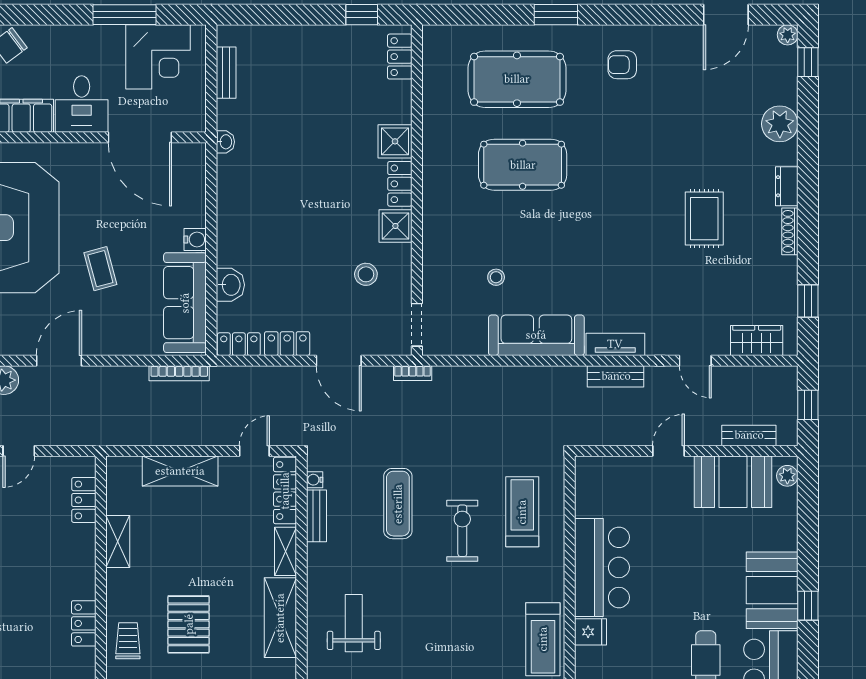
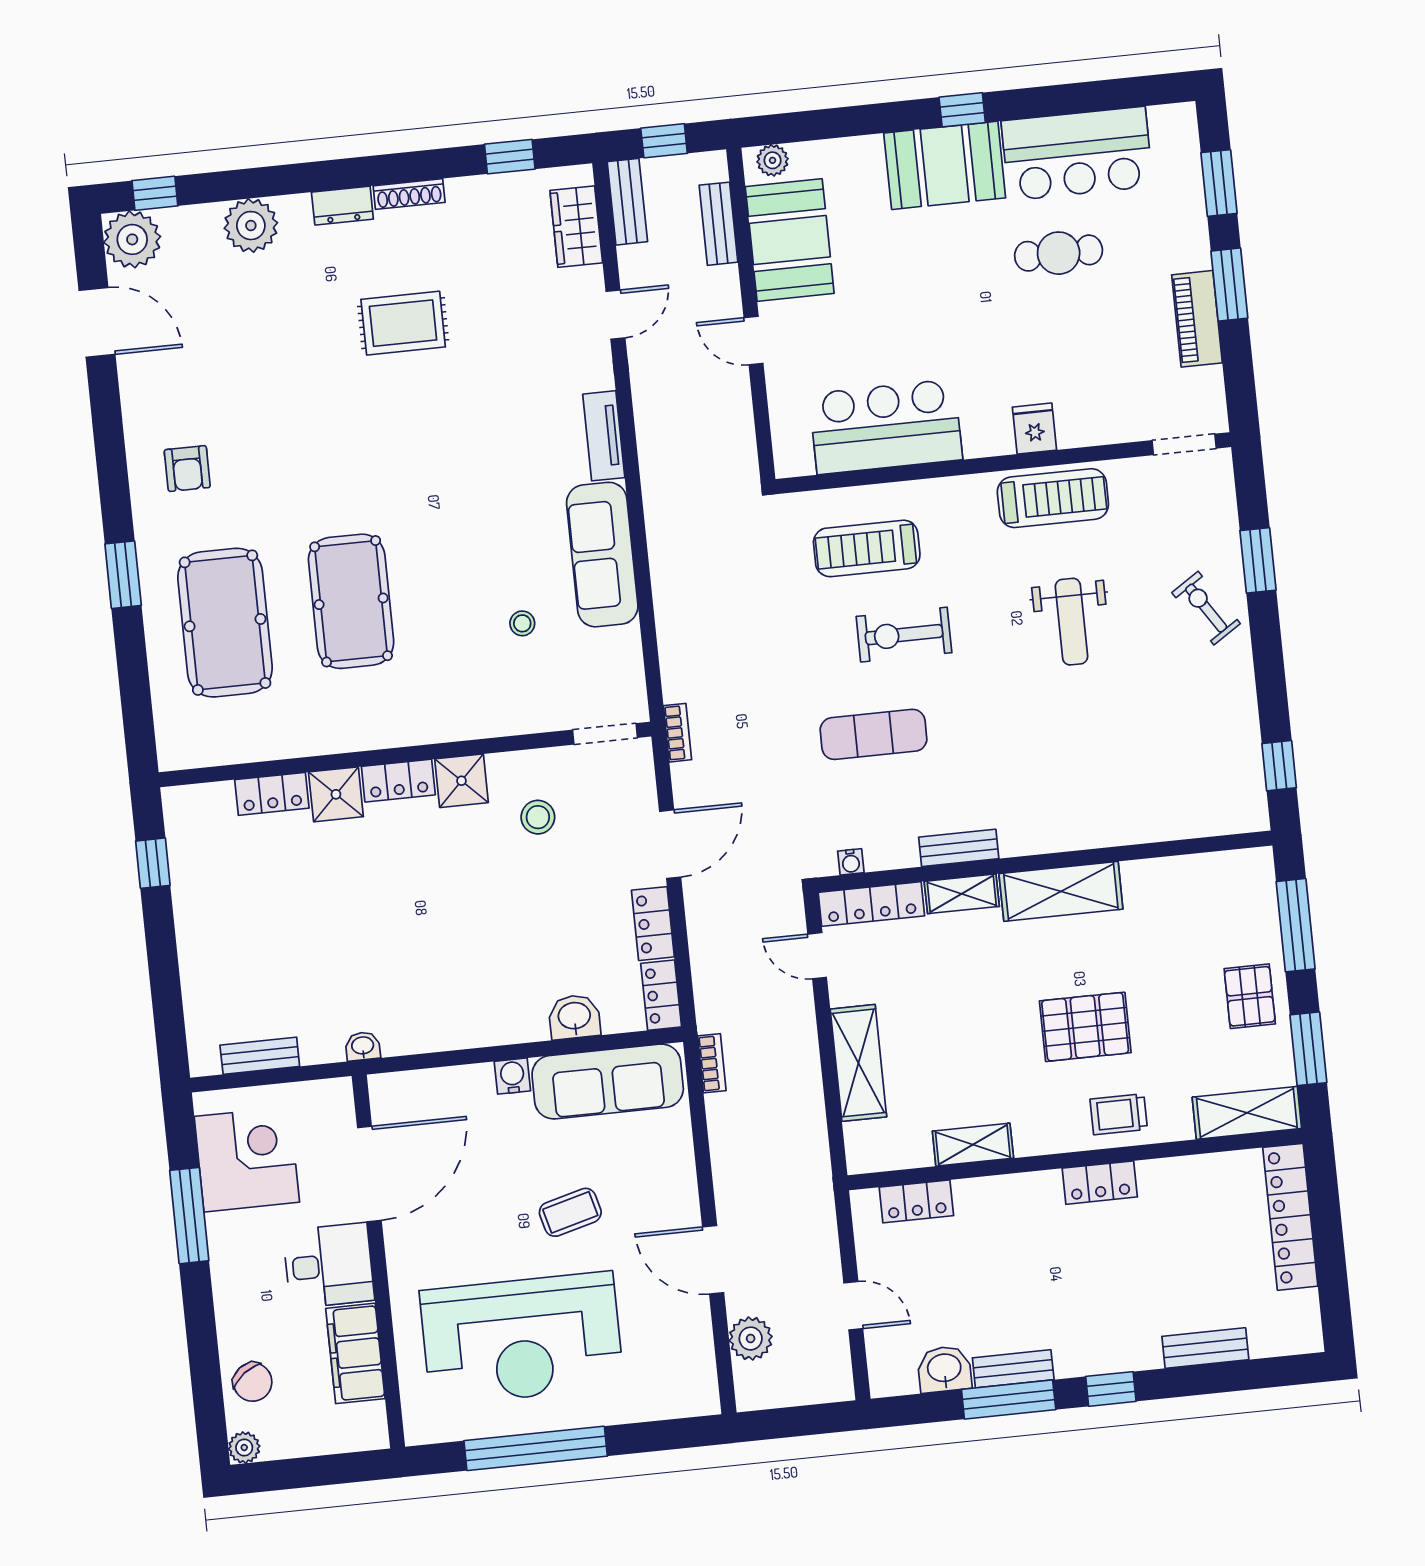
plant: (788, 35) -> (132, 239), width x1.88, depth x1.88
locker: (400, 57) -> (272, 794), moved
bookcase: (179, 373) -> (712, 1063), width x0.64
bench: (616, 376) -> (627, 202), moved
bench: (316, 516) -> (959, 848), moved
bar counter: (602, 567) -> (886, 427), moved
weight bench: (354, 623) -> (1071, 622), moved, turned -90

